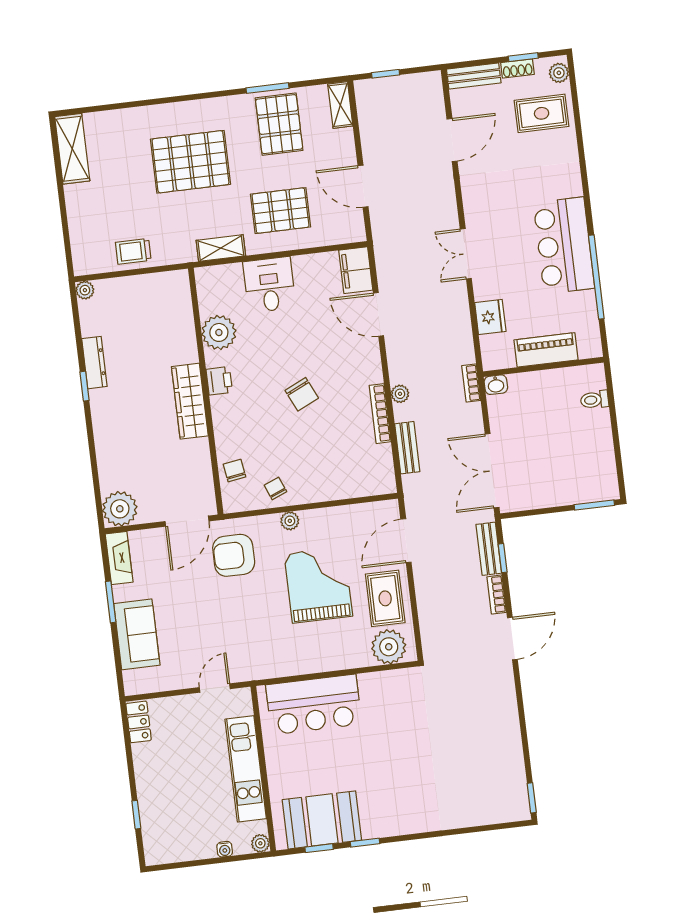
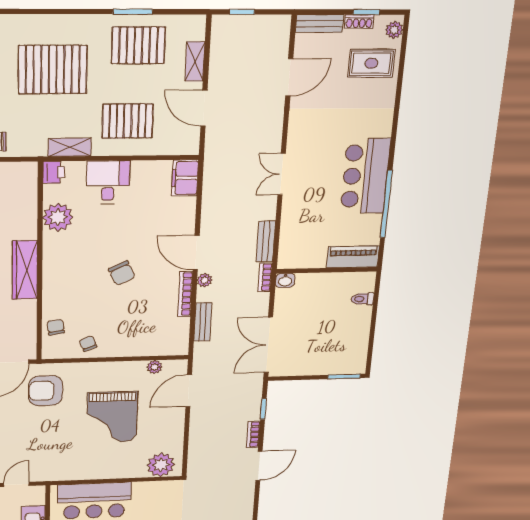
shelving: (340, 105) -> (195, 62), moved
pallet: (279, 124) -> (138, 45), turned 90
door: (379, 314) -> (196, 253), moved
fridge: (490, 317) -> (292, 227), removed
piano: (546, 350) -> (353, 257), moved
printer: (219, 381) -> (54, 172), moved
plant: (290, 521) -> (155, 367), moved
bench: (489, 549) -> (266, 241), moved
grand piano: (318, 585) -> (112, 417), turned 180
rug: (385, 598) -> (164, 431), removed

